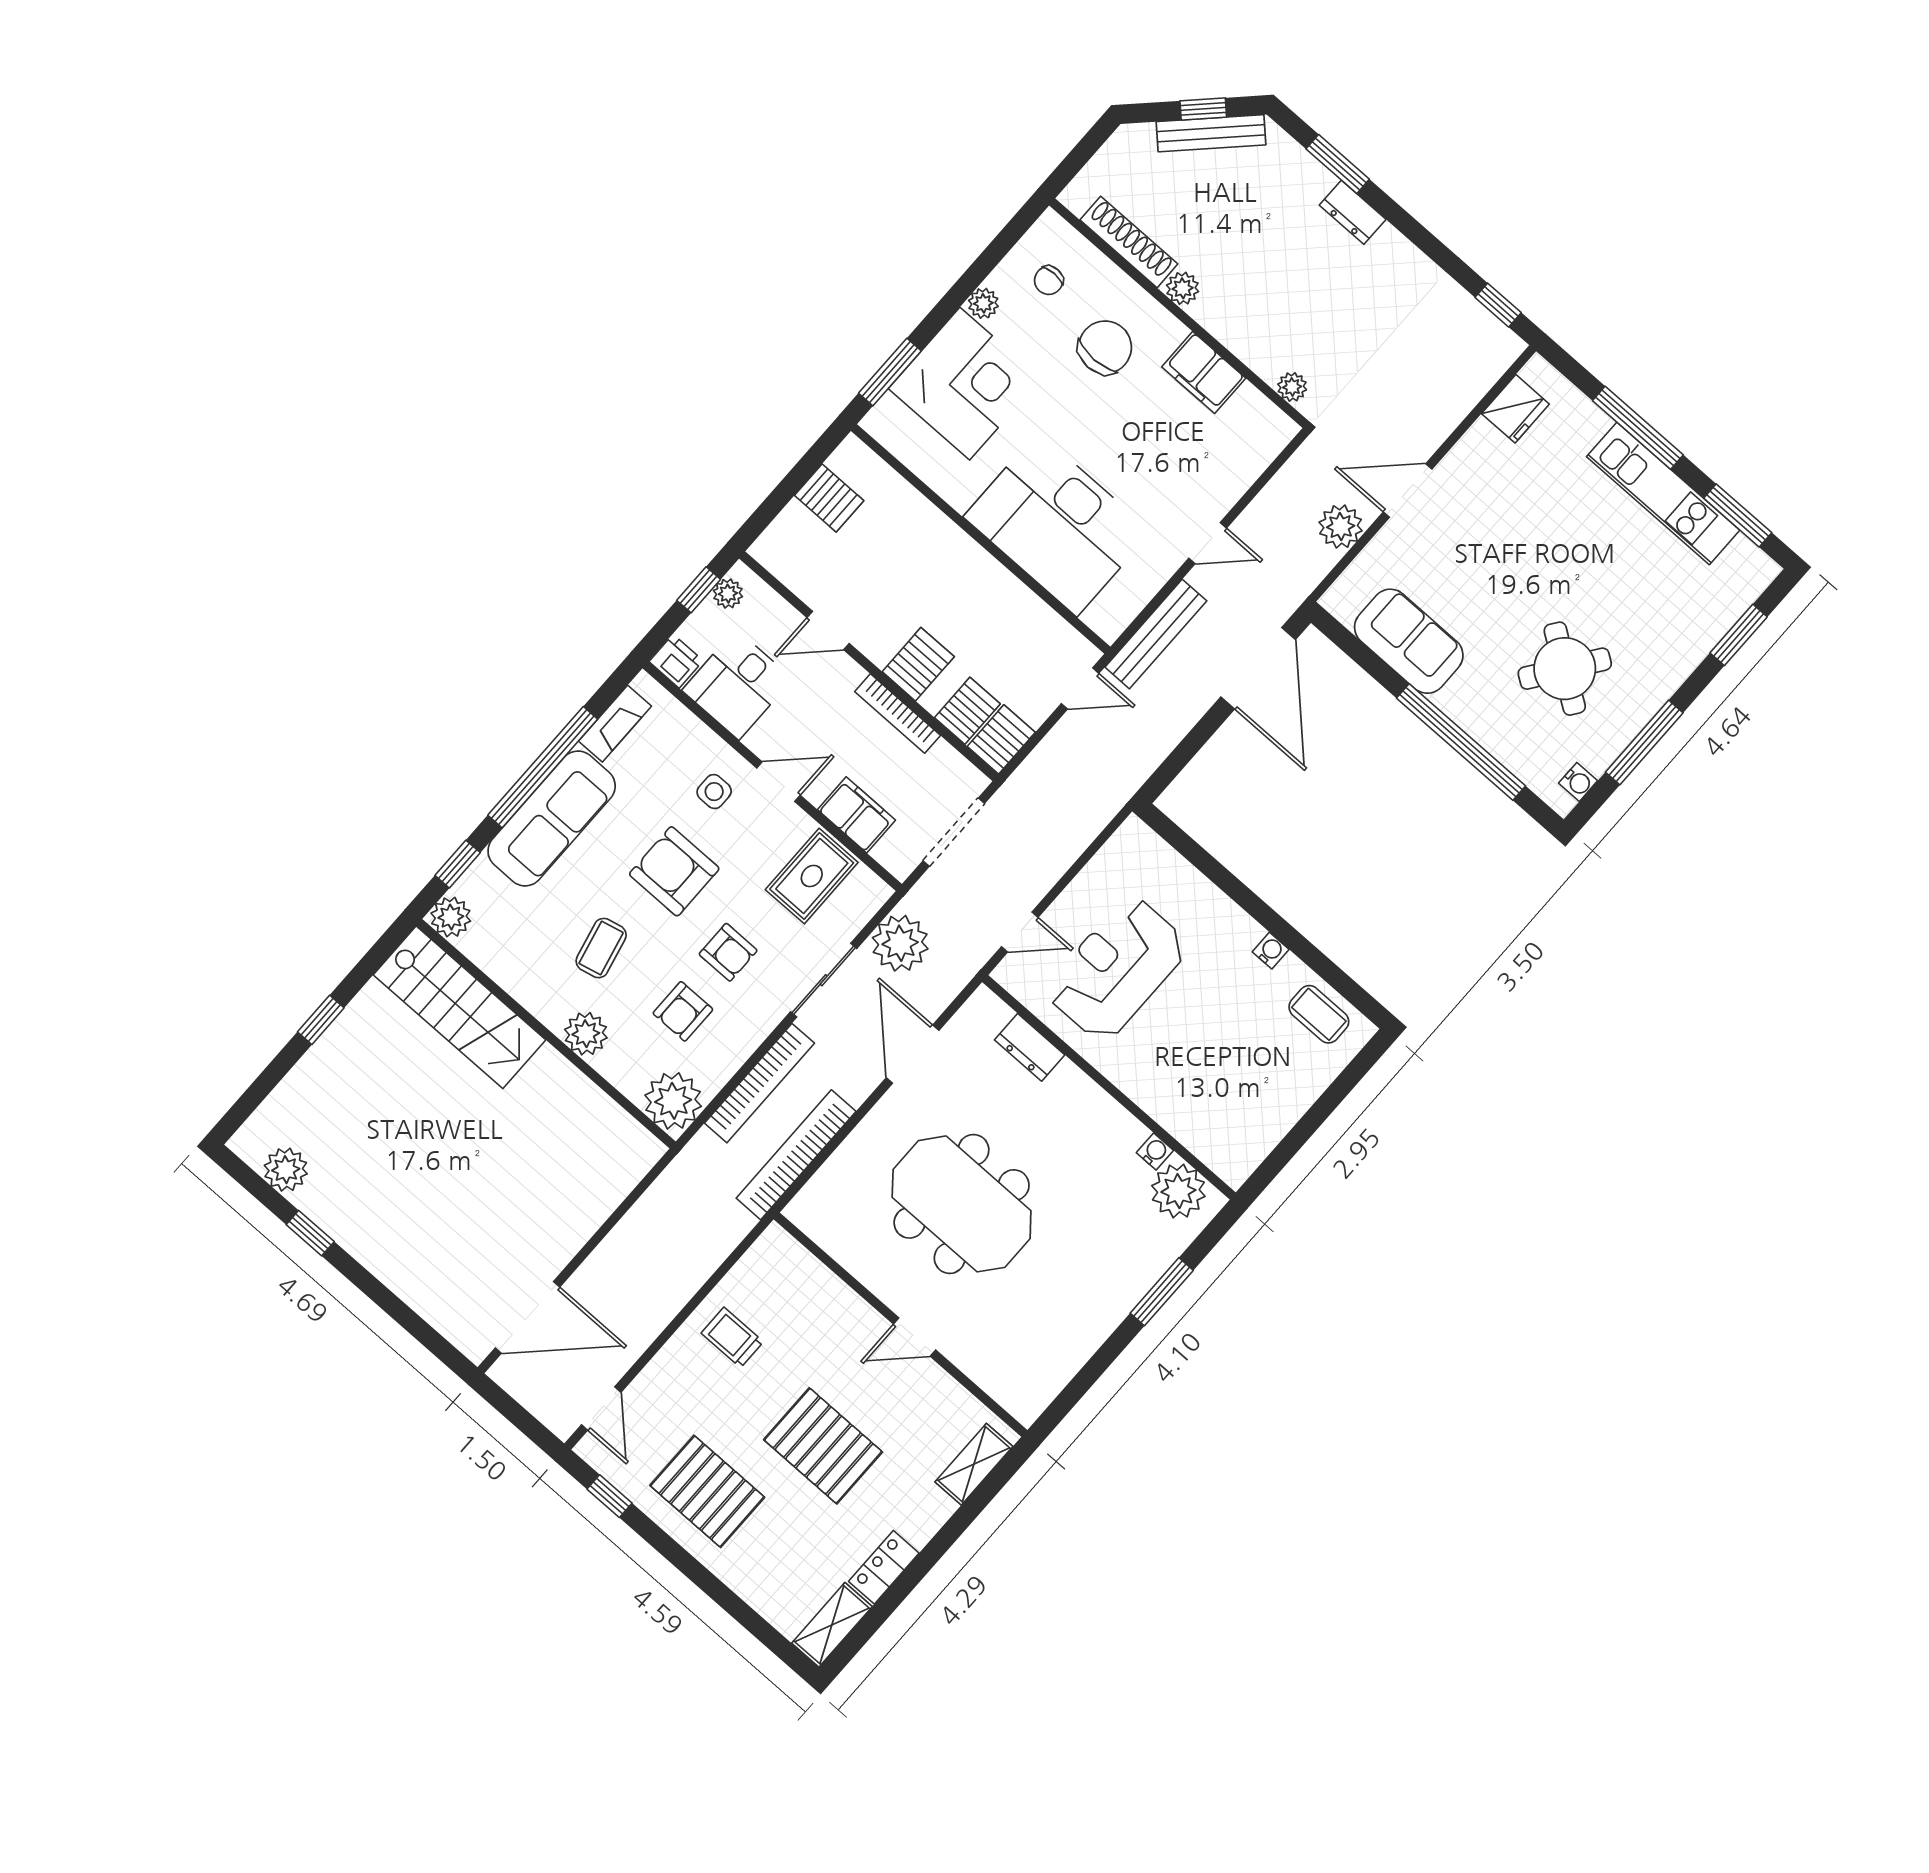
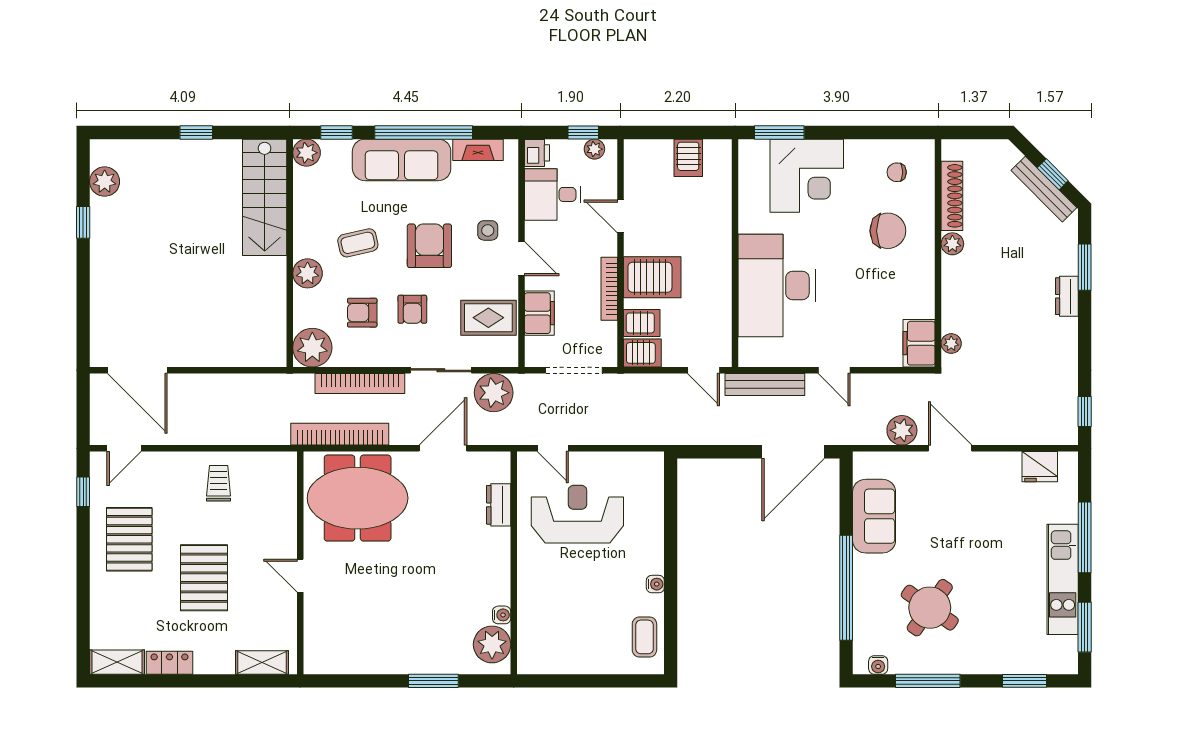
plant: (983, 303) -> (856, 149), removed
filing cabinet: (1204, 373) -> (919, 343), moved
server rack: (918, 664) -> (652, 277), width x1.36, depth x1.44
meeting table: (962, 1204) -> (358, 498), moved, turned 90

